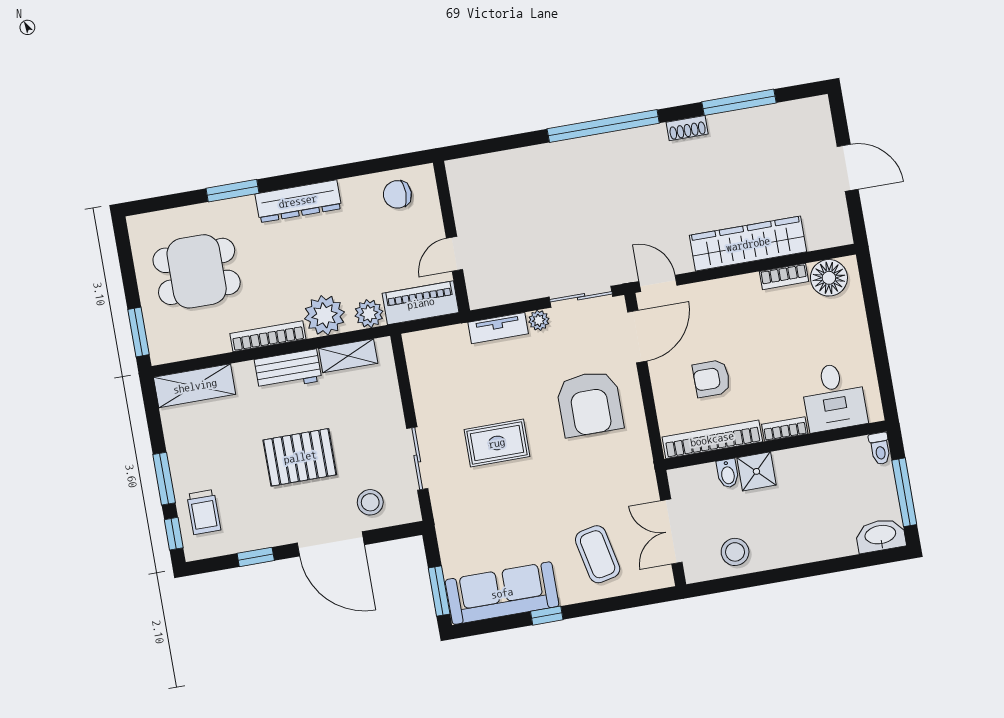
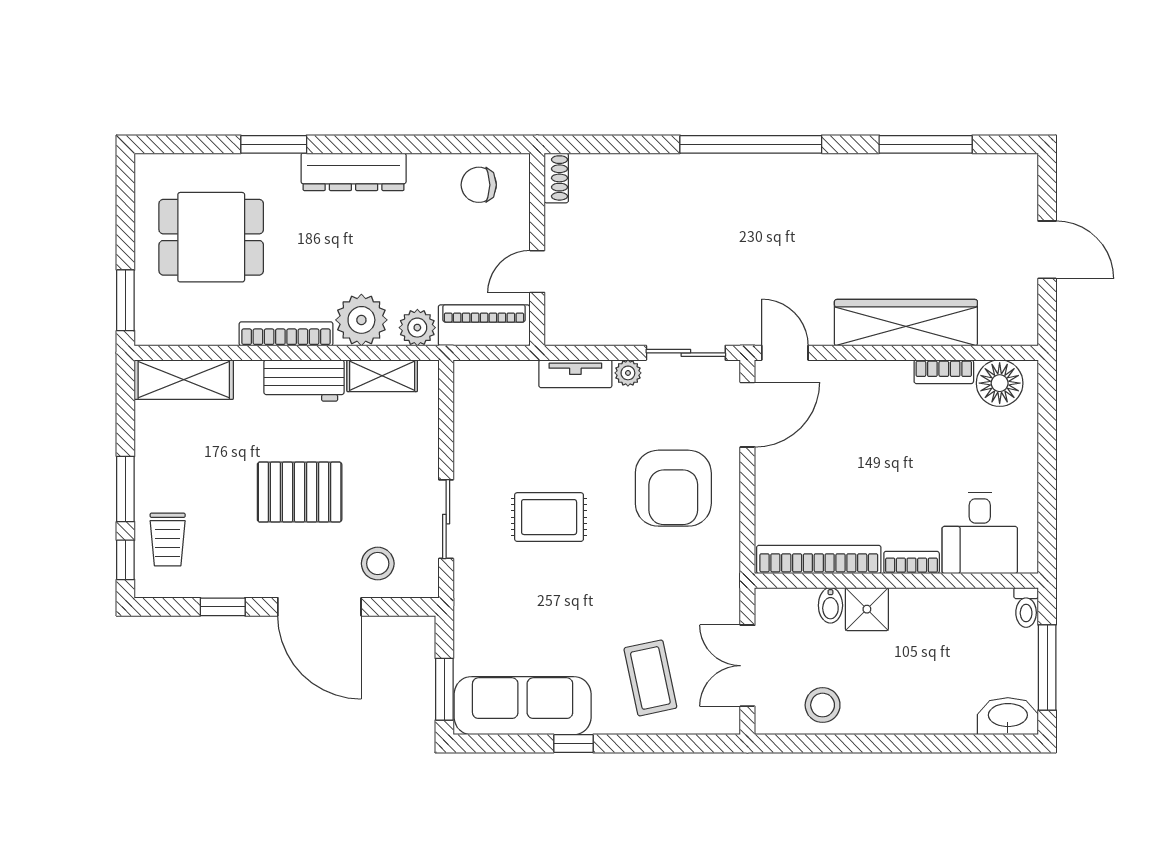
shoe rack: (687, 128) -> (556, 178), moved, turned -90
armchair: (712, 379) -> (831, 483), removed

